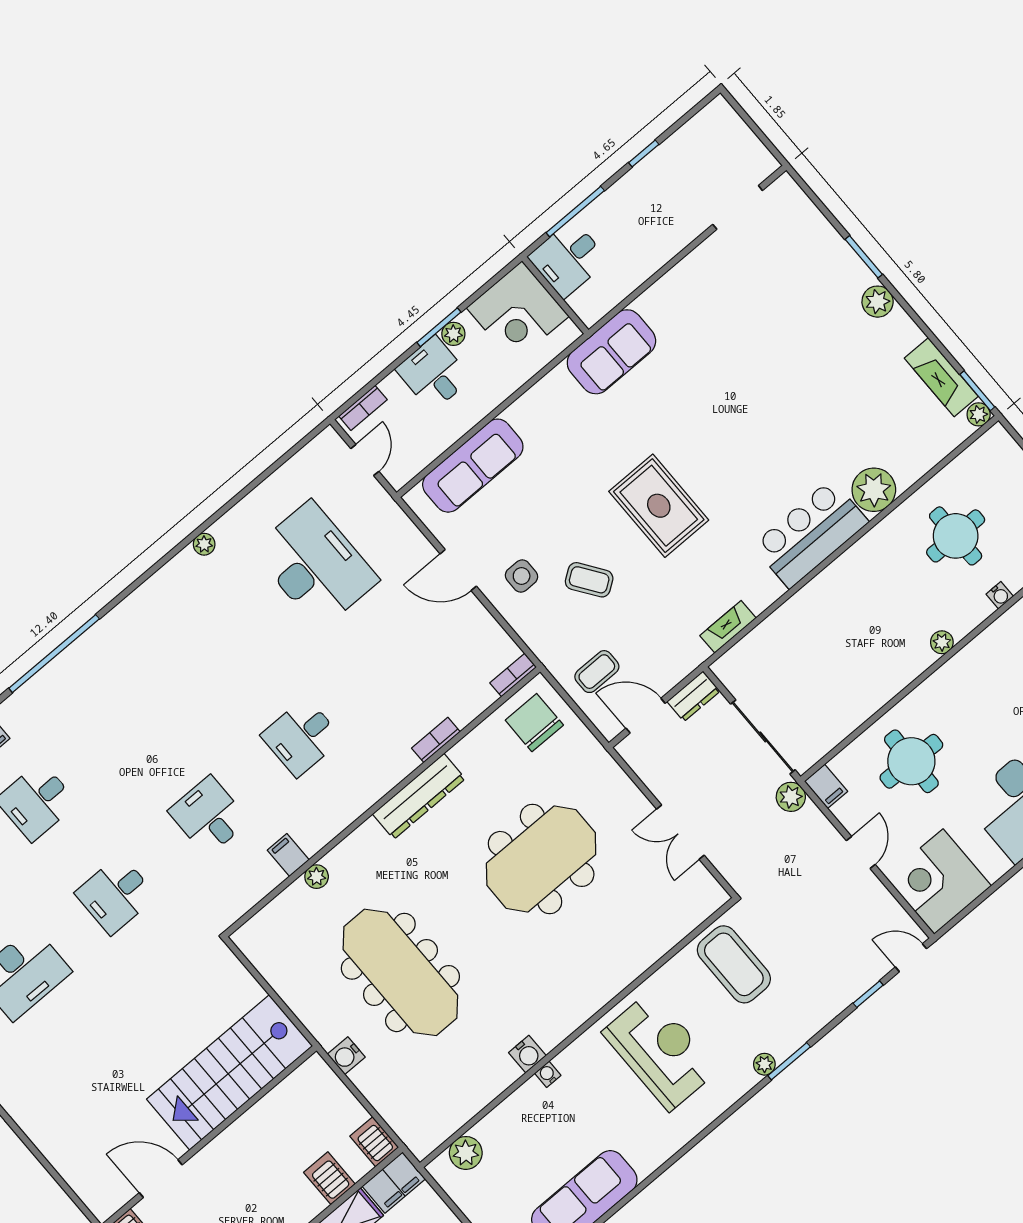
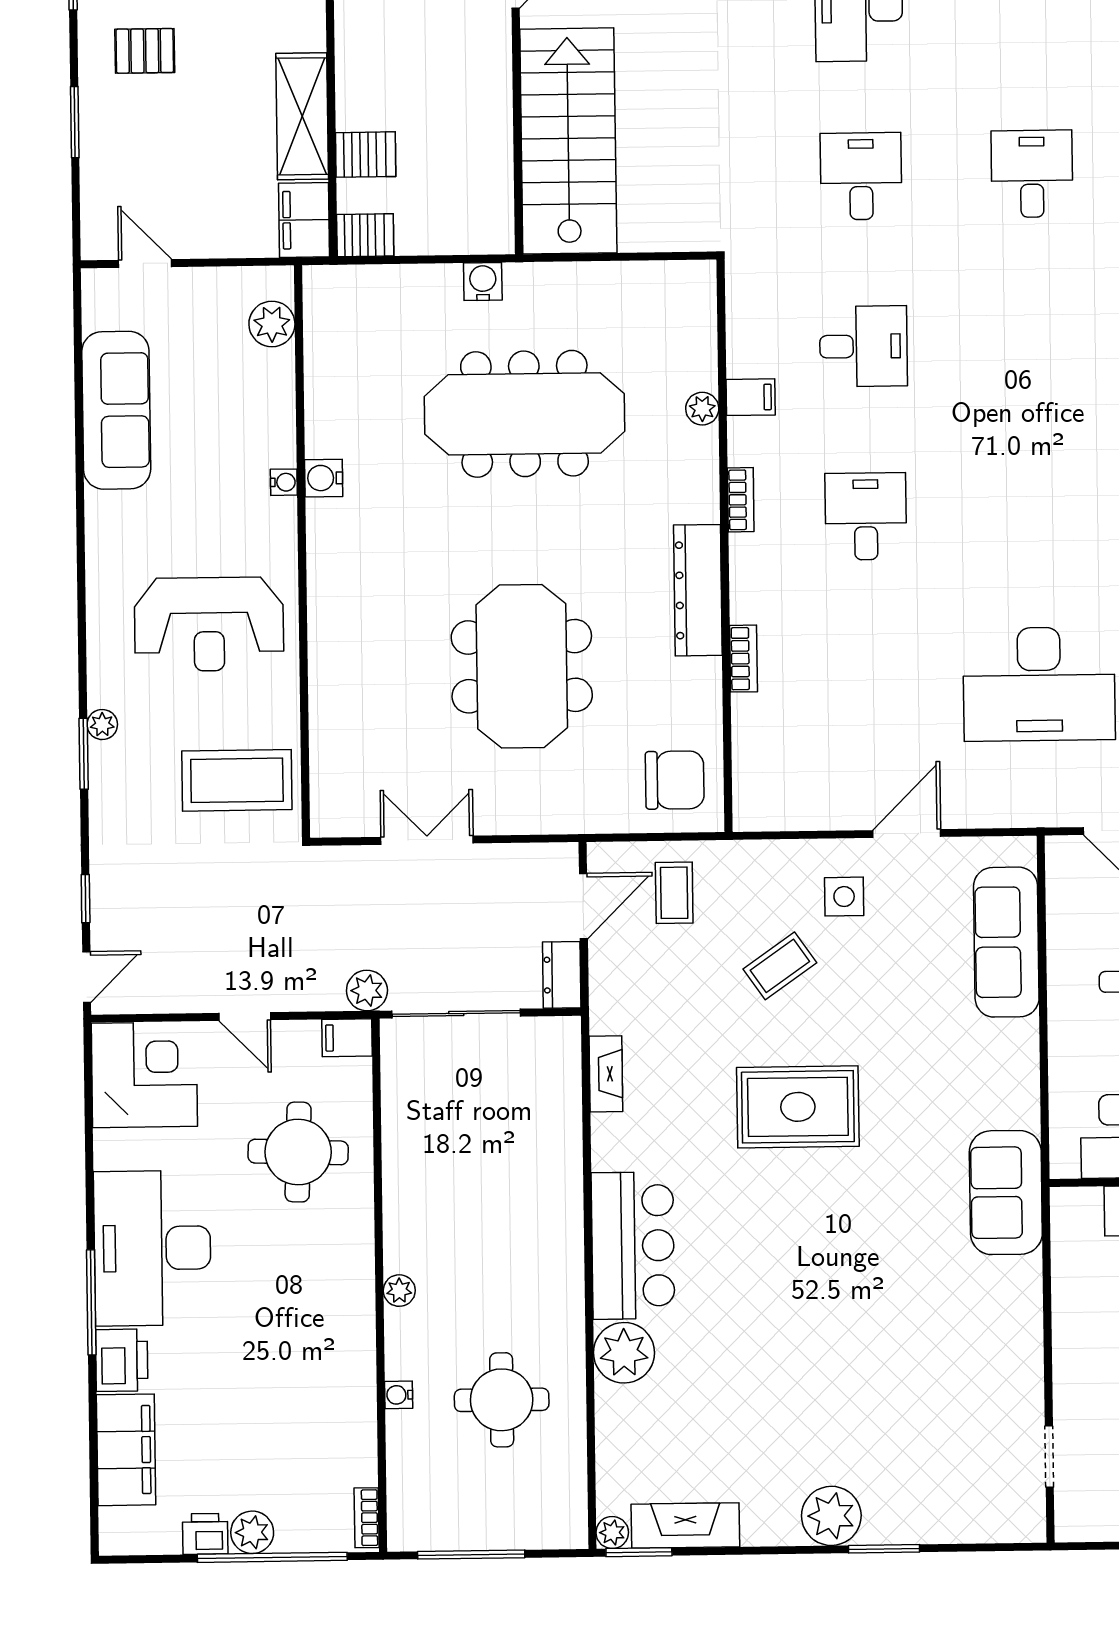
doorway: (738, 207) -> (1049, 1457), width x0.73
plant: (878, 302) -> (831, 1516), width x1.36, depth x1.36
bookcase: (513, 675) -> (741, 500), moved

